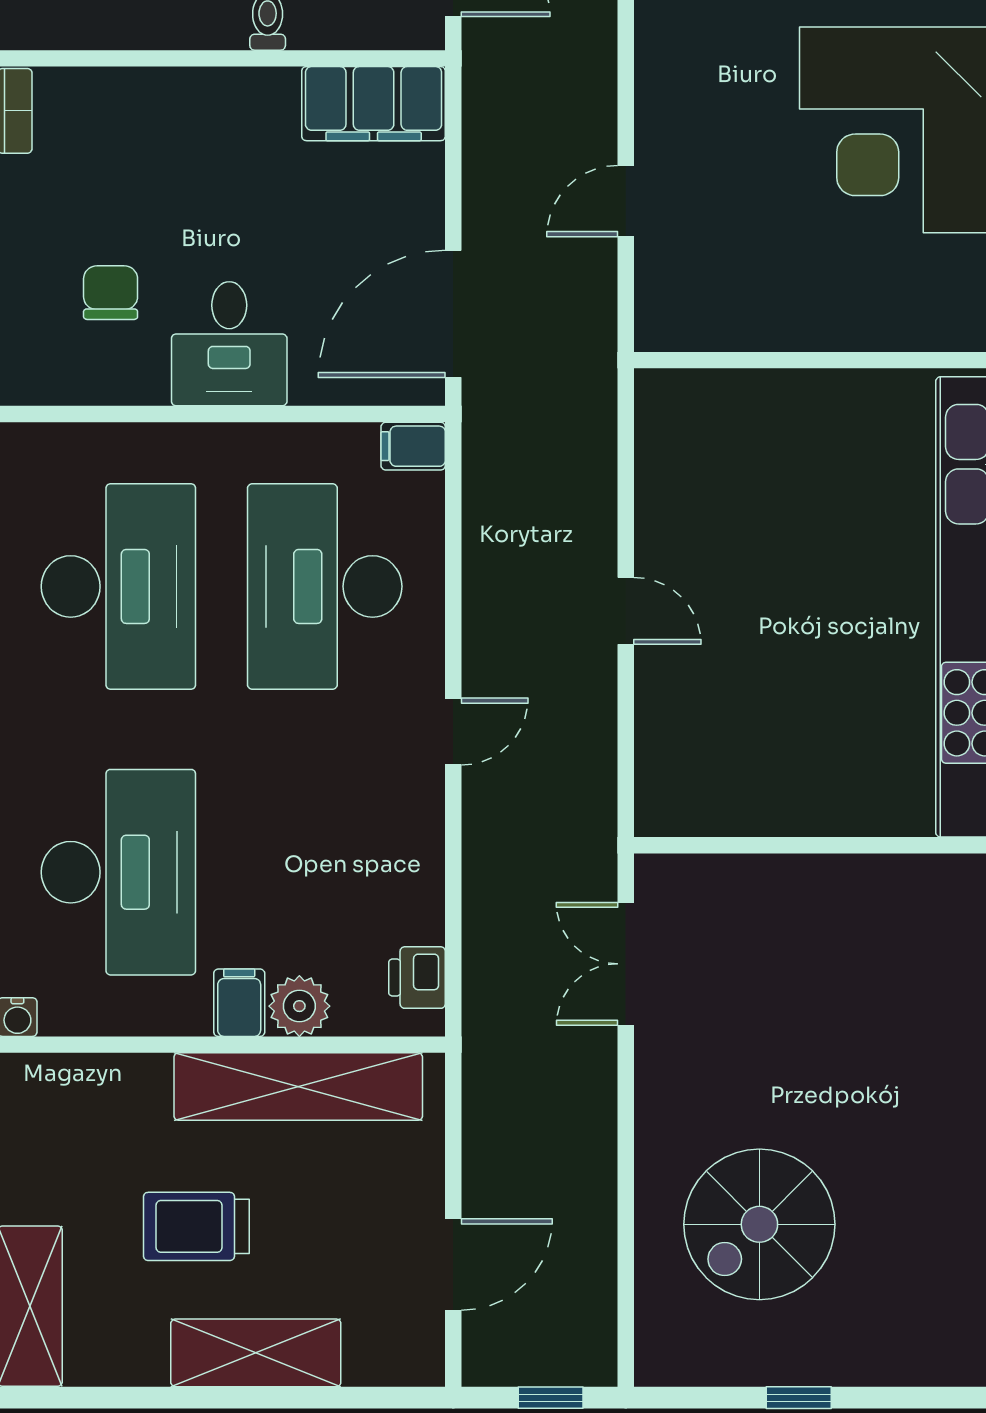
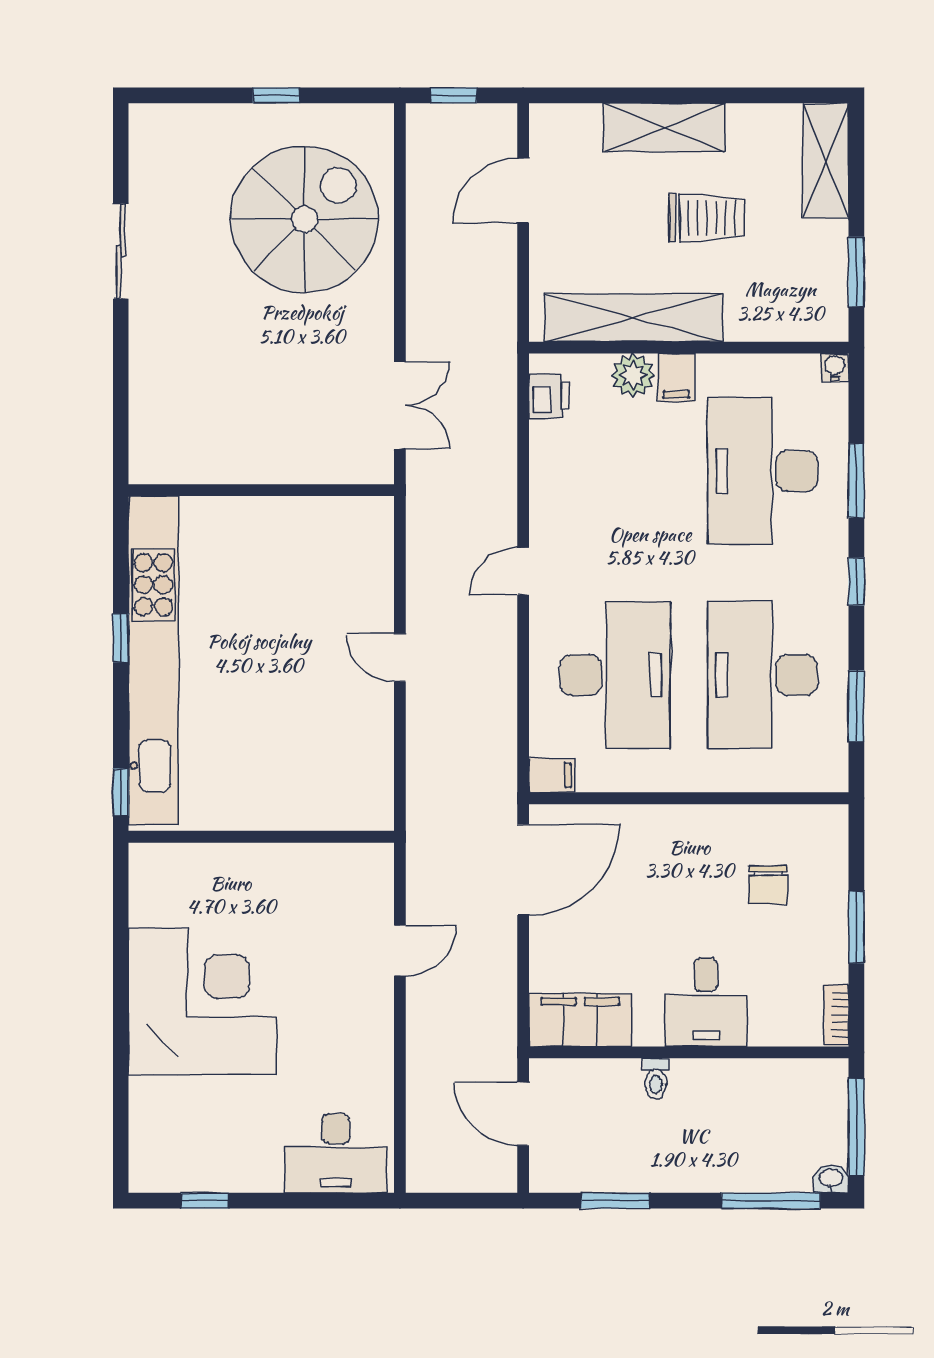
desk: (229, 344) -> (706, 1002), moved, turned 180
spiral stairs: (759, 1224) -> (304, 219), width x1.37, depth x1.37

